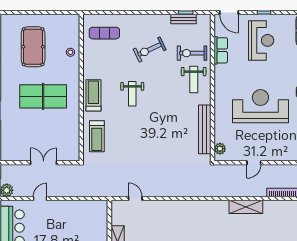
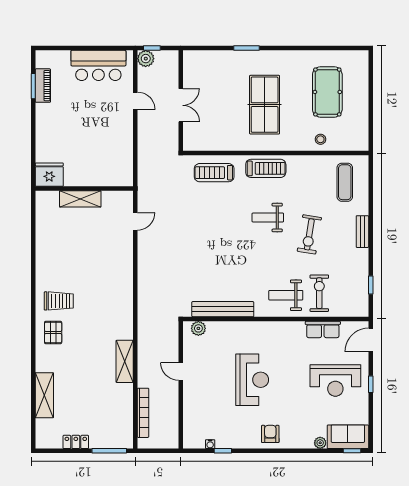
bench: (184, 19) -> (362, 232), moved
pool table: (33, 47) -> (327, 92), turned 90
exercise bike: (150, 50) -> (309, 234), moved, turned -146
reception desk: (260, 106) -> (252, 380), width x0.74, depth x0.77

